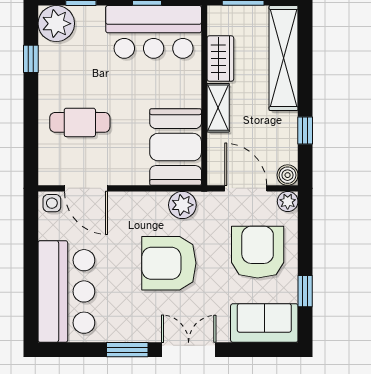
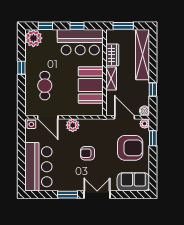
window: (31, 59) -> (21, 68), moved
cafe table: (80, 122) -> (45, 86), turned 90
booth: (176, 147) -> (91, 85), moved
plant: (182, 205) -> (73, 125), moved
armchair: (258, 252) -> (130, 148), turned 90
armchair: (169, 263) -> (88, 153), width x0.53, depth x0.53
window: (305, 291) -> (153, 138), moved

